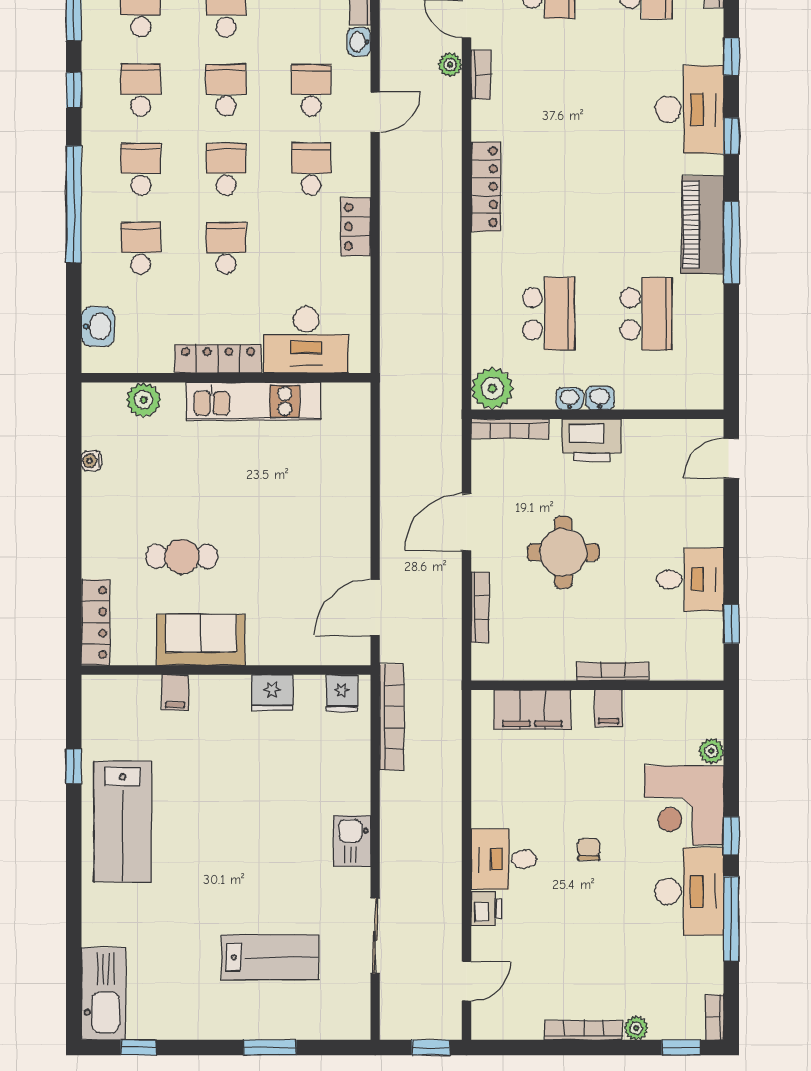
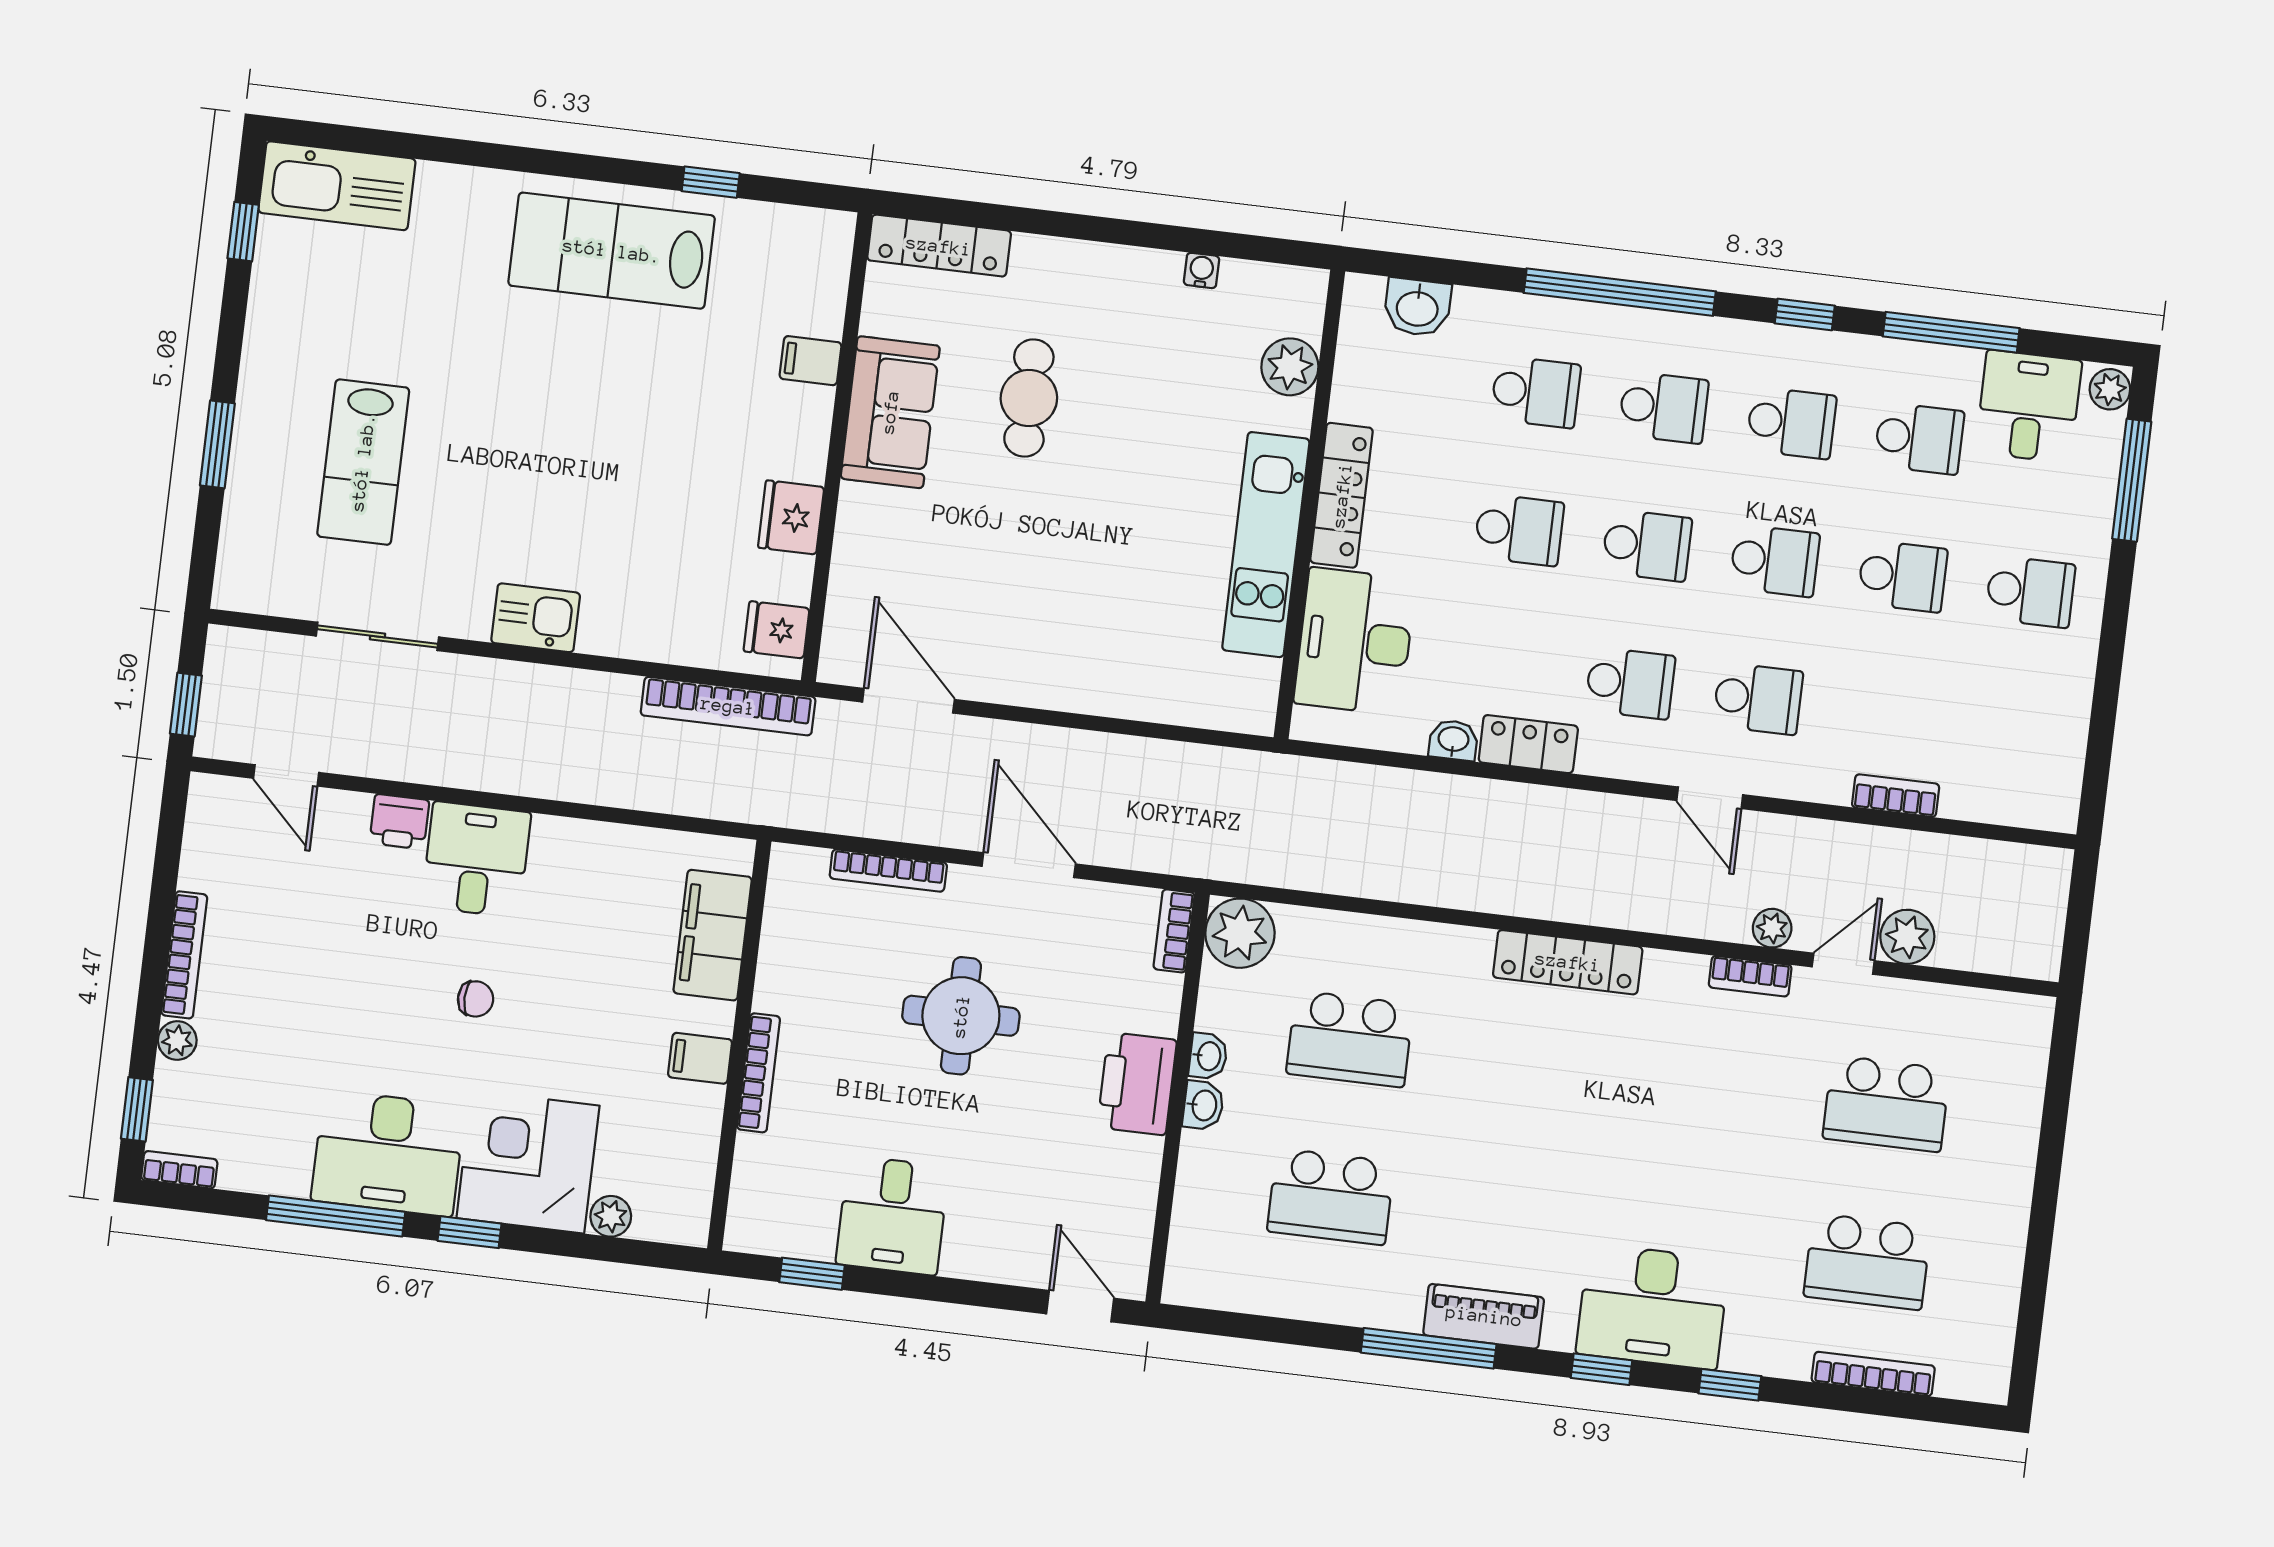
washbasin: (359, 42) -> (1453, 740), moved
piano: (703, 225) -> (1484, 1316), width x0.73, depth x0.75
bookcase: (510, 429) -> (1174, 931), width x0.64

